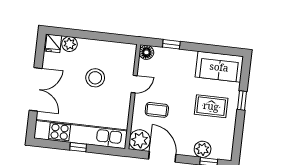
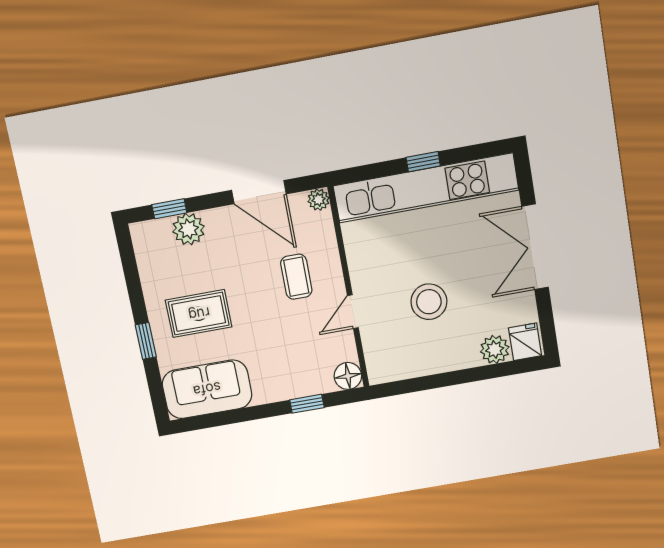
coffee table: (157, 110) -> (296, 277), turned 90
plant: (140, 140) -> (319, 200), width x0.53, depth x0.53

